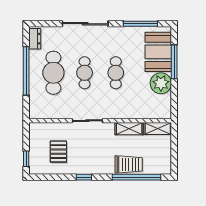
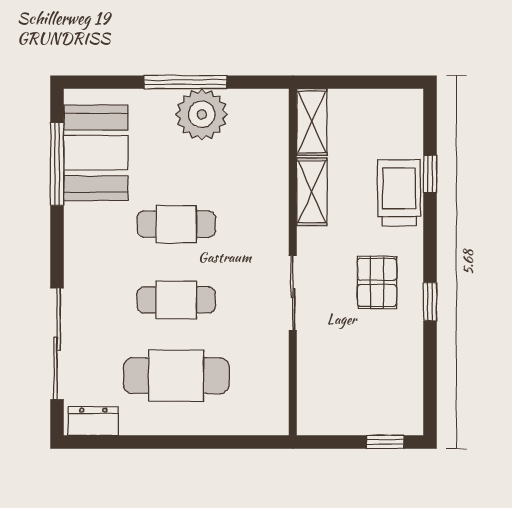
sliding door: (85, 24) -> (57, 344), moved
booth: (158, 52) -> (96, 153), moved, turned 90
window: (174, 62) -> (185, 82), moved
window: (26, 71) -> (172, 442), removed
pallet: (58, 152) -> (377, 282), moved, turned 90
window: (136, 177) -> (430, 174), width x0.32

